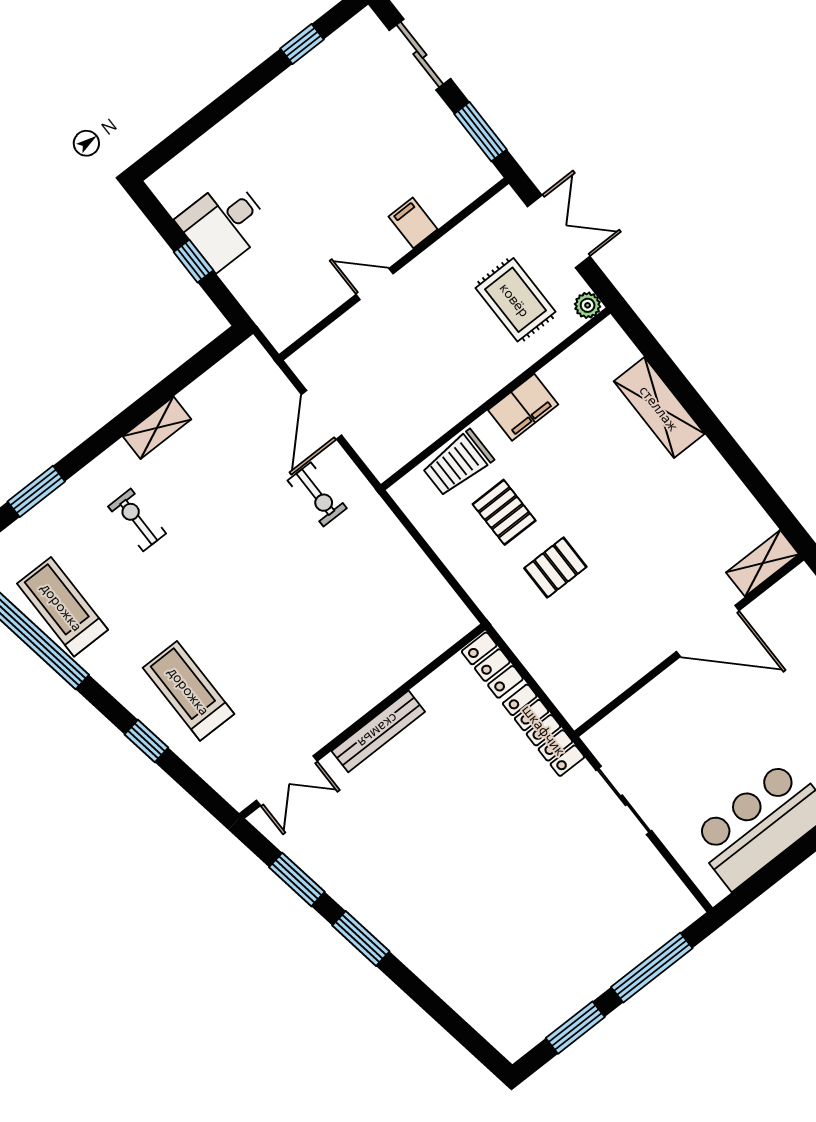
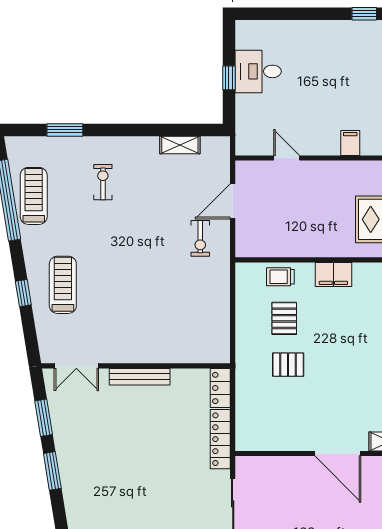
door: (375, 284) -> (287, 158), moved
shelving: (157, 428) -> (180, 145), moved
trolley: (458, 463) -> (280, 277), width x0.73, depth x0.72

